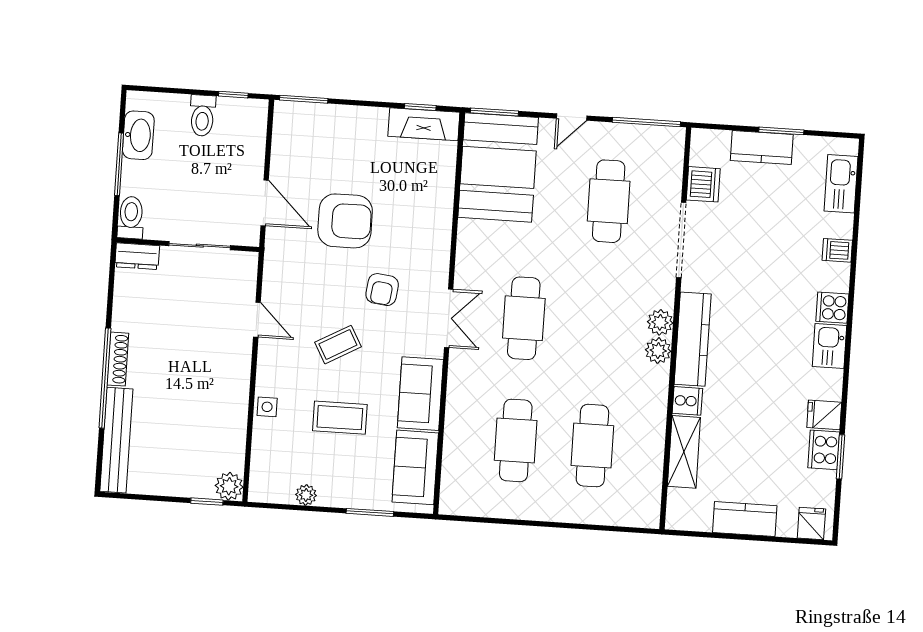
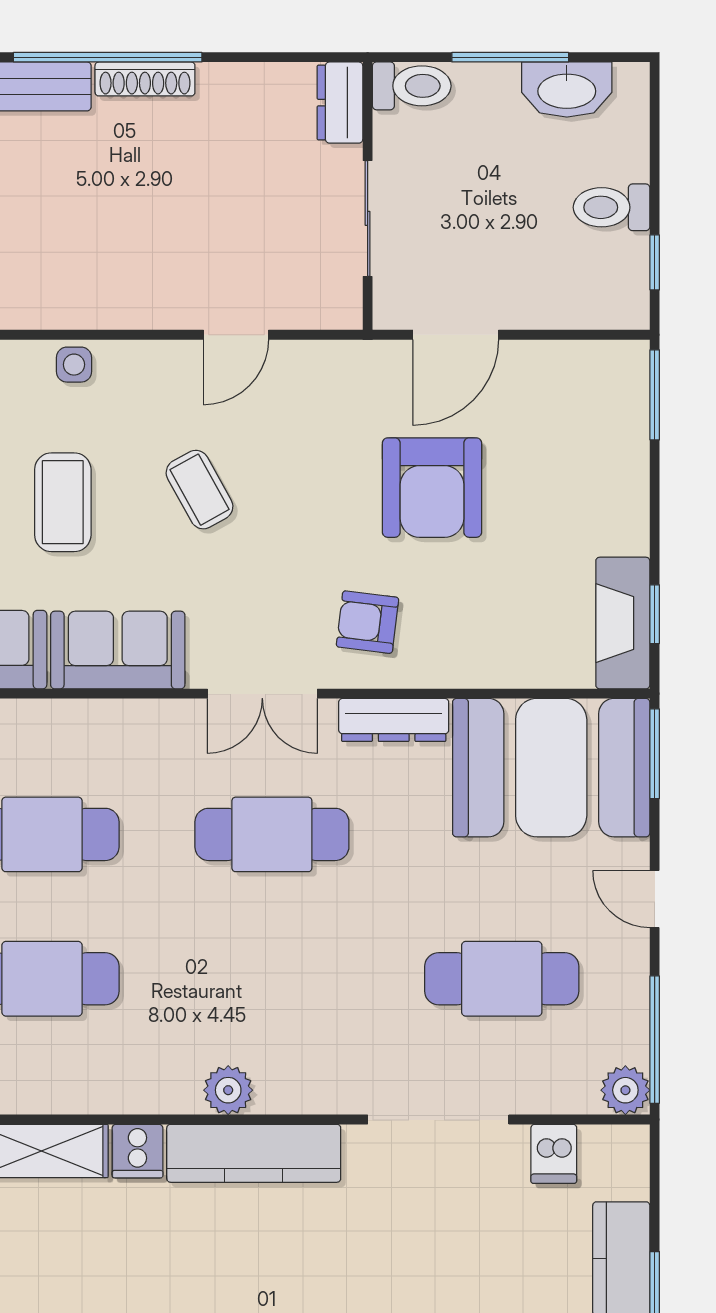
dishwasher: (703, 184) -> (554, 1154), width x0.73
dresser: (467, 249) -> (394, 720), added
armchair: (382, 290) -> (368, 622), moved
plant: (660, 322) -> (625, 1090), moved

